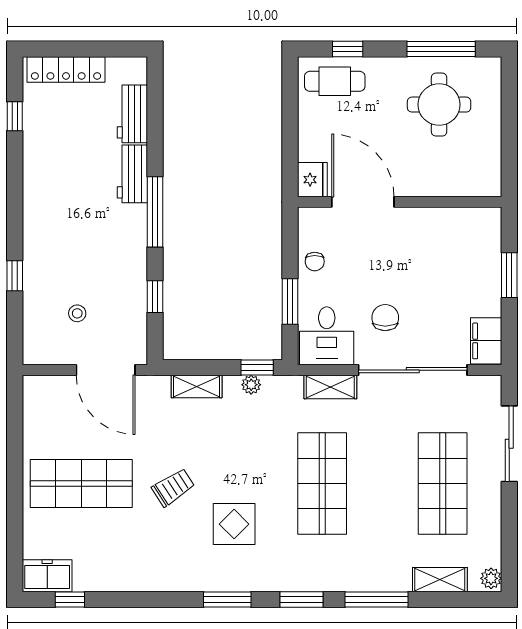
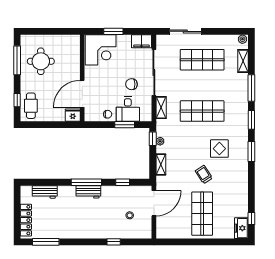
window: (15, 116) -> (46, 242), width x2.17
workbench: (132, 174) -> (88, 192), moved
corner desk: (466, 245) -> (101, 50), added
desk: (327, 336) -> (128, 109), moved, turned 90

